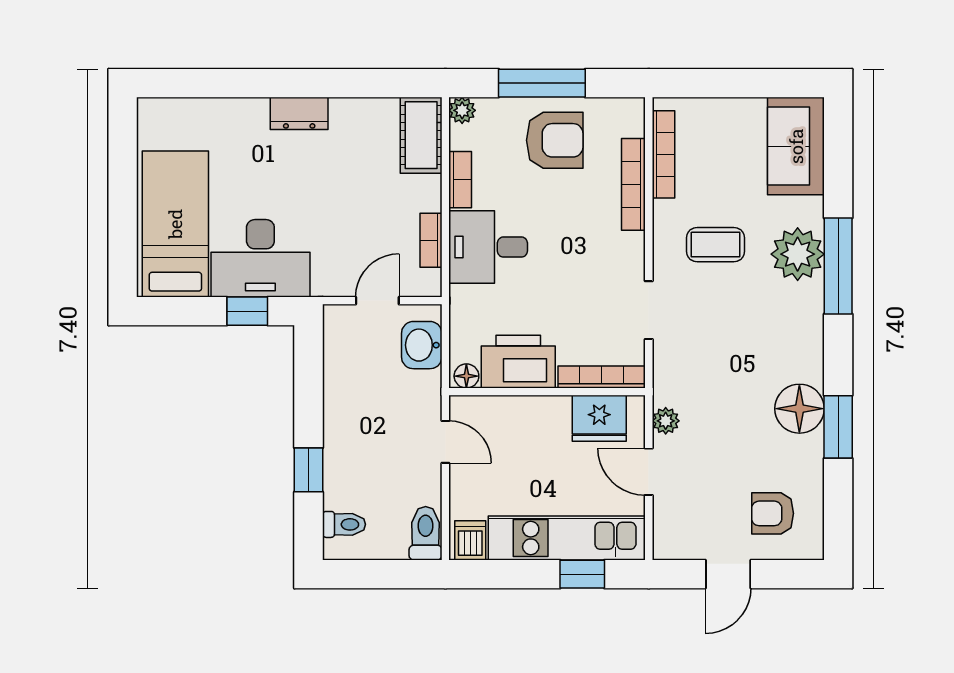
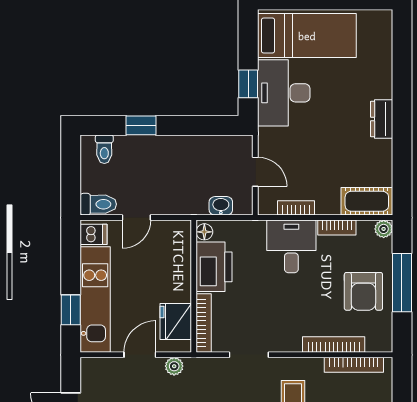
washbasin: (422, 345) -> (221, 206), width x0.72, depth x0.69
door: (445, 442) -> (136, 218), moved

